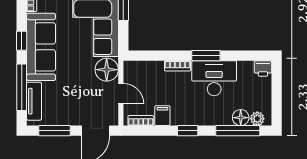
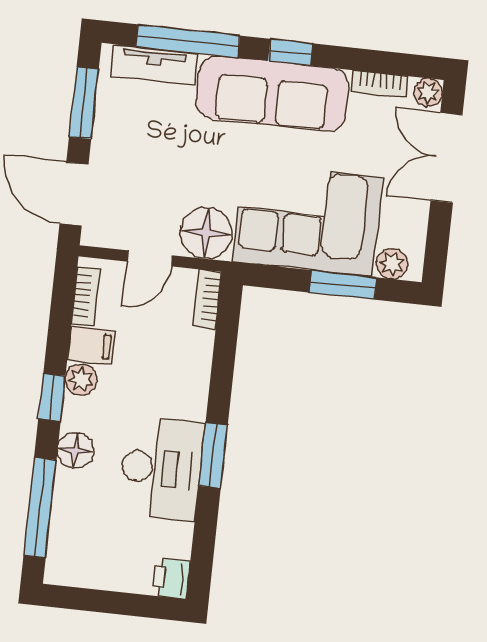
bookcase: (178, 66) -> (207, 299), moved
floor lamp: (241, 118) -> (76, 450), moved
plant: (257, 119) -> (81, 380), moved

